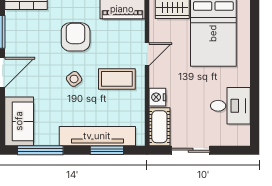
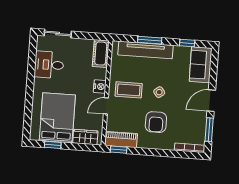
nightstand: (157, 97) -> (100, 87), moved
window: (40, 150) -> (187, 43), width x0.46
window: (107, 150) -> (150, 40), moved
sliding door: (191, 150) -> (58, 33), moved

